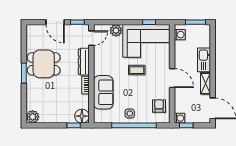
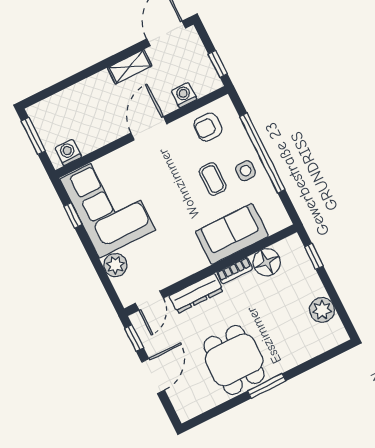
door: (91, 38) -> (149, 301), swing flipped
kitchen sink: (204, 60) -> (91, 89), removed
coffee table: (137, 70) -> (213, 179), moved
floor lamp: (82, 116) -> (267, 262), moved
plant: (33, 117) -> (322, 310), moved
washing machine: (180, 118) -> (184, 95), moved

